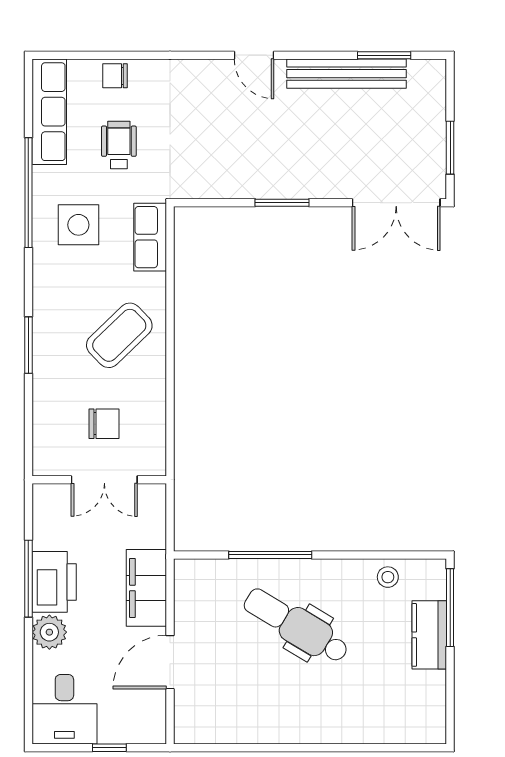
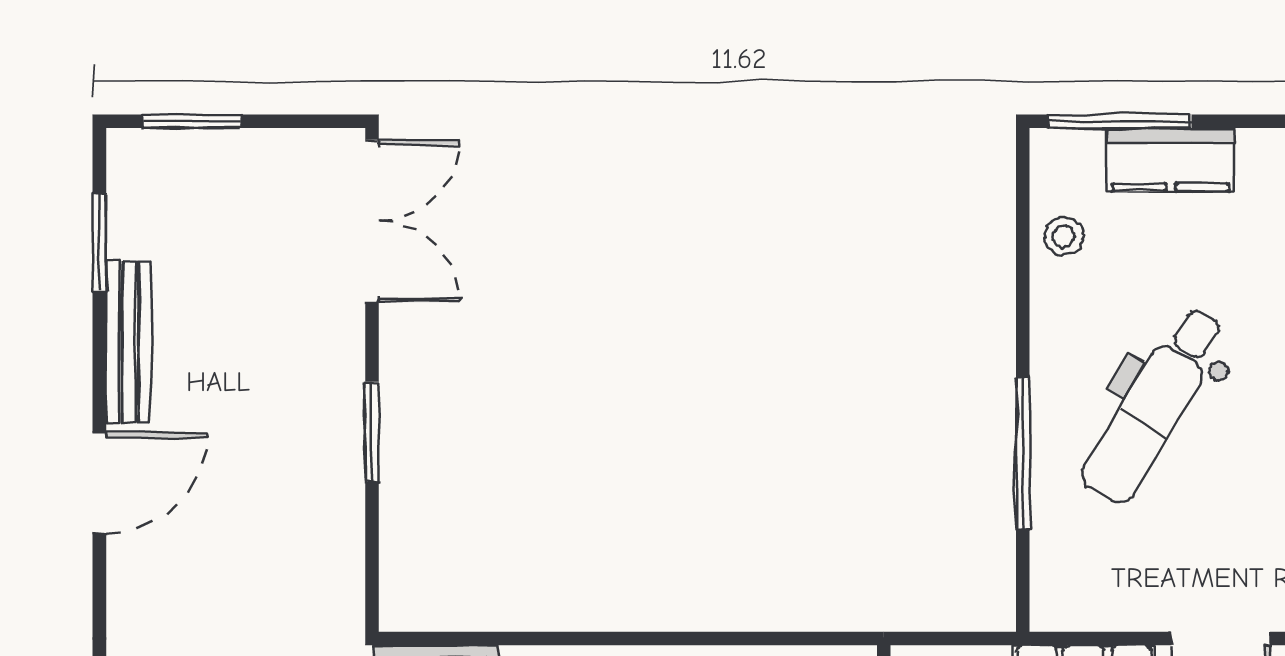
door: (254, 55) -> (99, 483), width x1.38
bench: (346, 74) -> (129, 342), width x0.73, depth x0.82
window: (450, 148) -> (192, 121), moved

